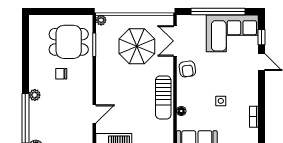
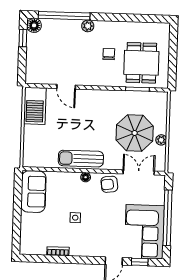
plant: (101, 20) -> (161, 140), moved
floor lamp: (181, 111) -> (86, 177), moved

